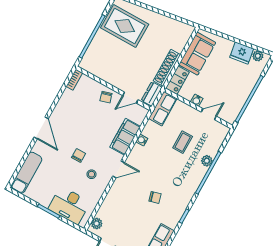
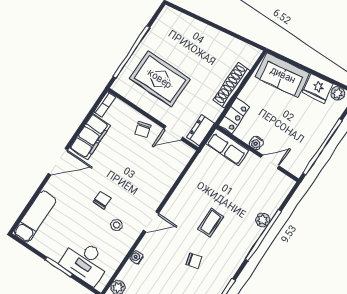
rug: (125, 26) -> (160, 79), moved
sofa: (197, 54) -> (283, 75), moved, turned 81
shoe rack: (167, 68) -> (232, 85), moved
row of seats: (163, 109) -> (227, 147), moved, turned 90
door: (41, 128) -> (58, 162), hinge flipped
filing cabinet: (125, 137) -> (90, 137), moved, turned 180
water cooler: (142, 140) -> (136, 257), moved
coffee table: (183, 142) -> (211, 223), moved

